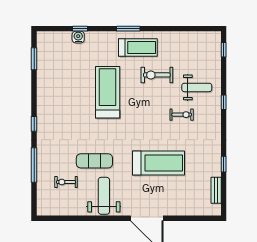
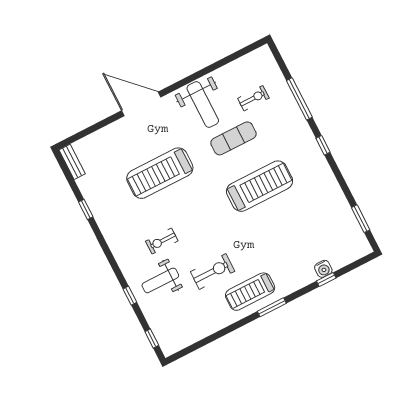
treadmill: (108, 92) -> (260, 186), moved, turned -90
window: (224, 102) -> (130, 296), moved
bench: (216, 190) -> (72, 162), moved

